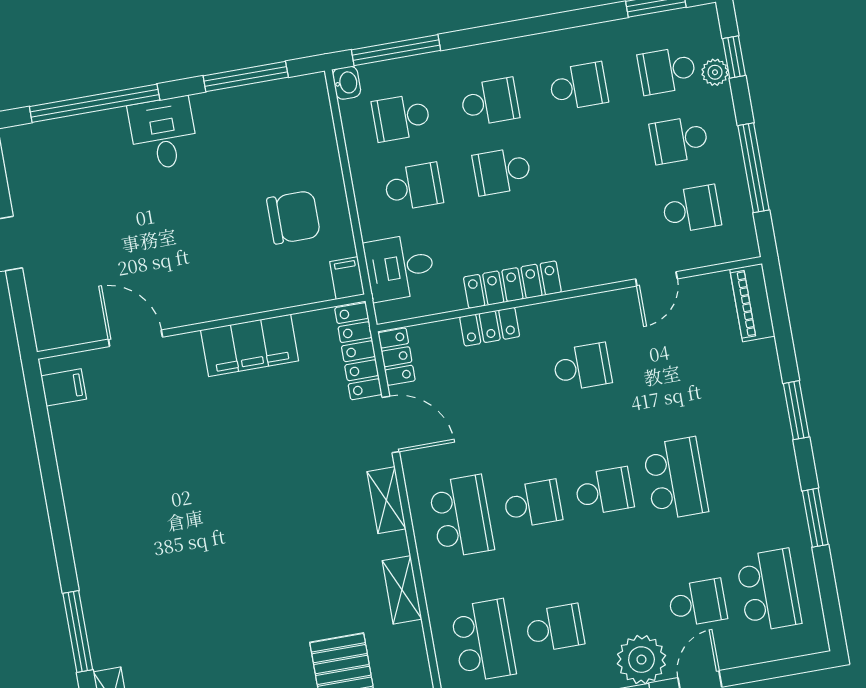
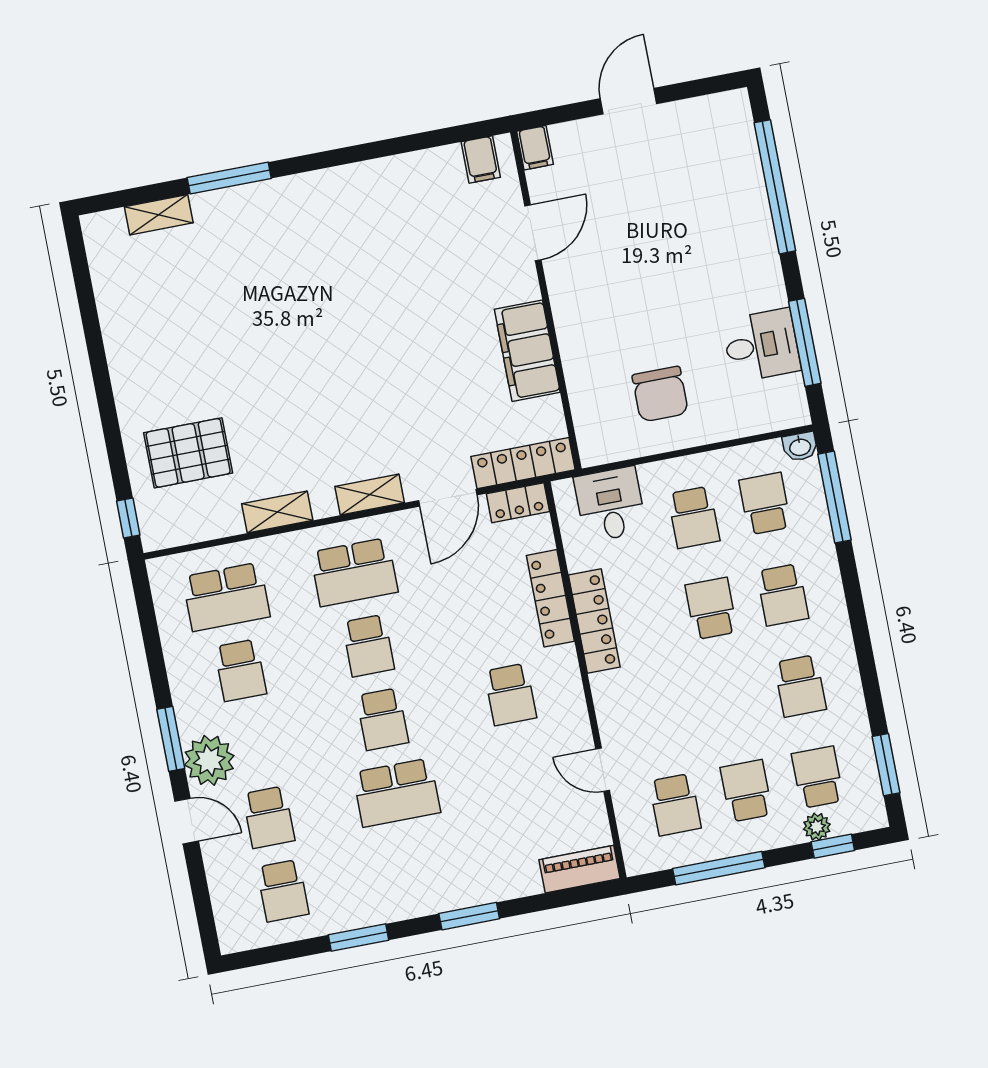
desk: (163, 134) -> (761, 345), moved
filing cabinet: (347, 278) -> (535, 148), moved, turned 90
locker: (490, 327) -> (550, 598), width x1.53
school desk: (769, 590) -> (283, 891), width x0.54

